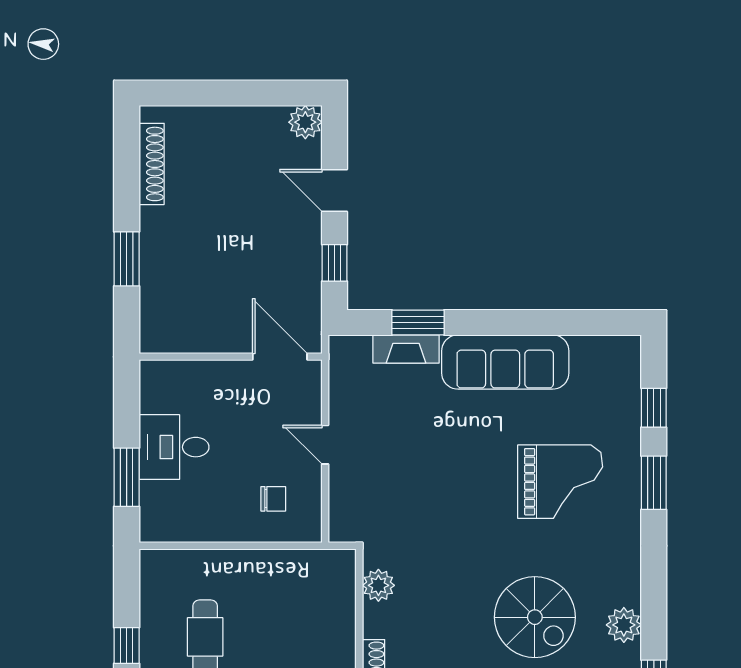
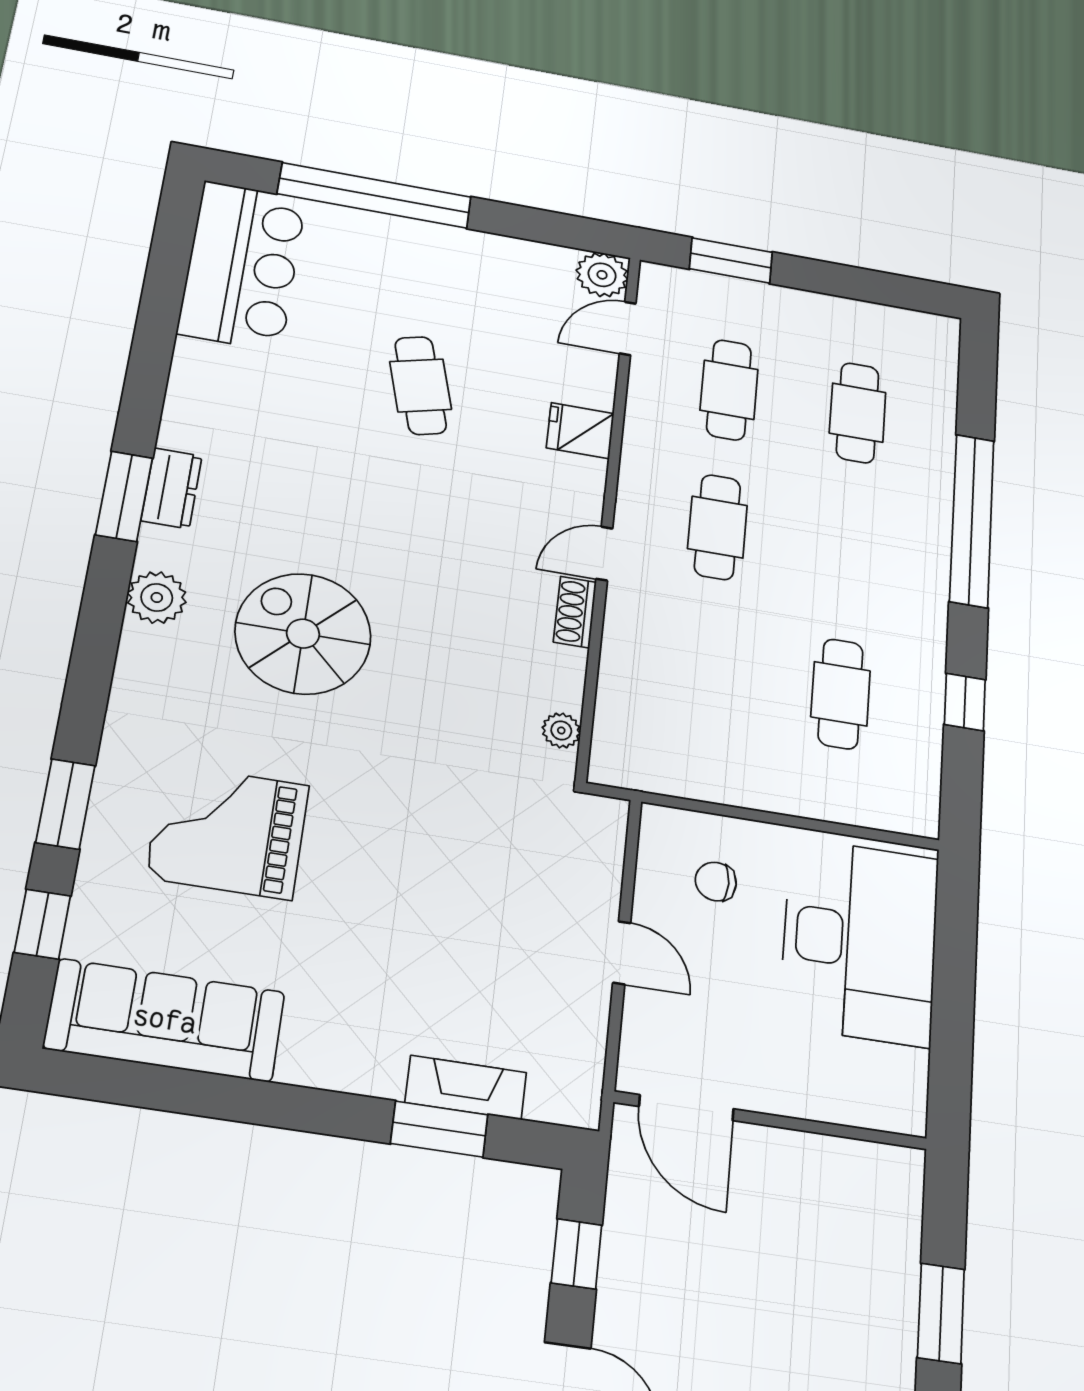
sofa: (505, 362) -> (165, 1020), moved
desk: (174, 447) -> (860, 941), width x1.87, depth x1.30
window: (127, 477) -> (955, 953), removed
plant: (378, 585) -> (561, 730), width x0.73, depth x0.73

